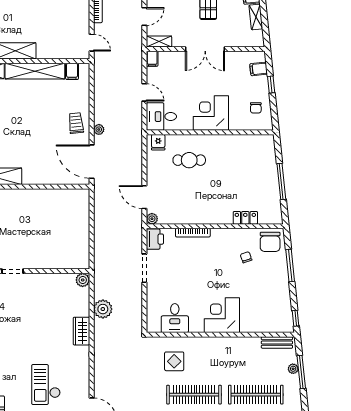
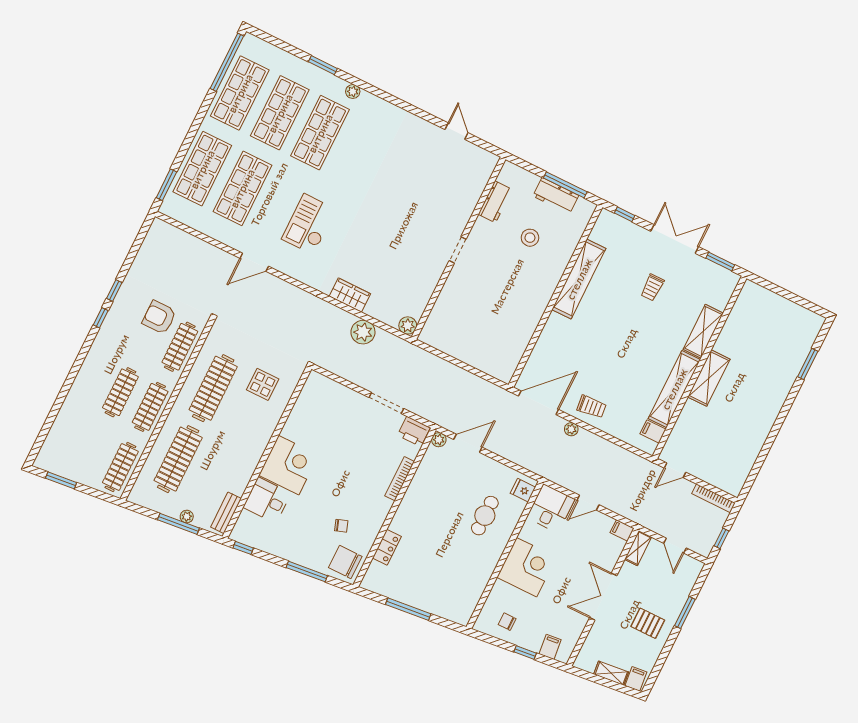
desk: (175, 318) -> (267, 500), moved
checkout: (46, 384) -> (309, 224), turned -90

